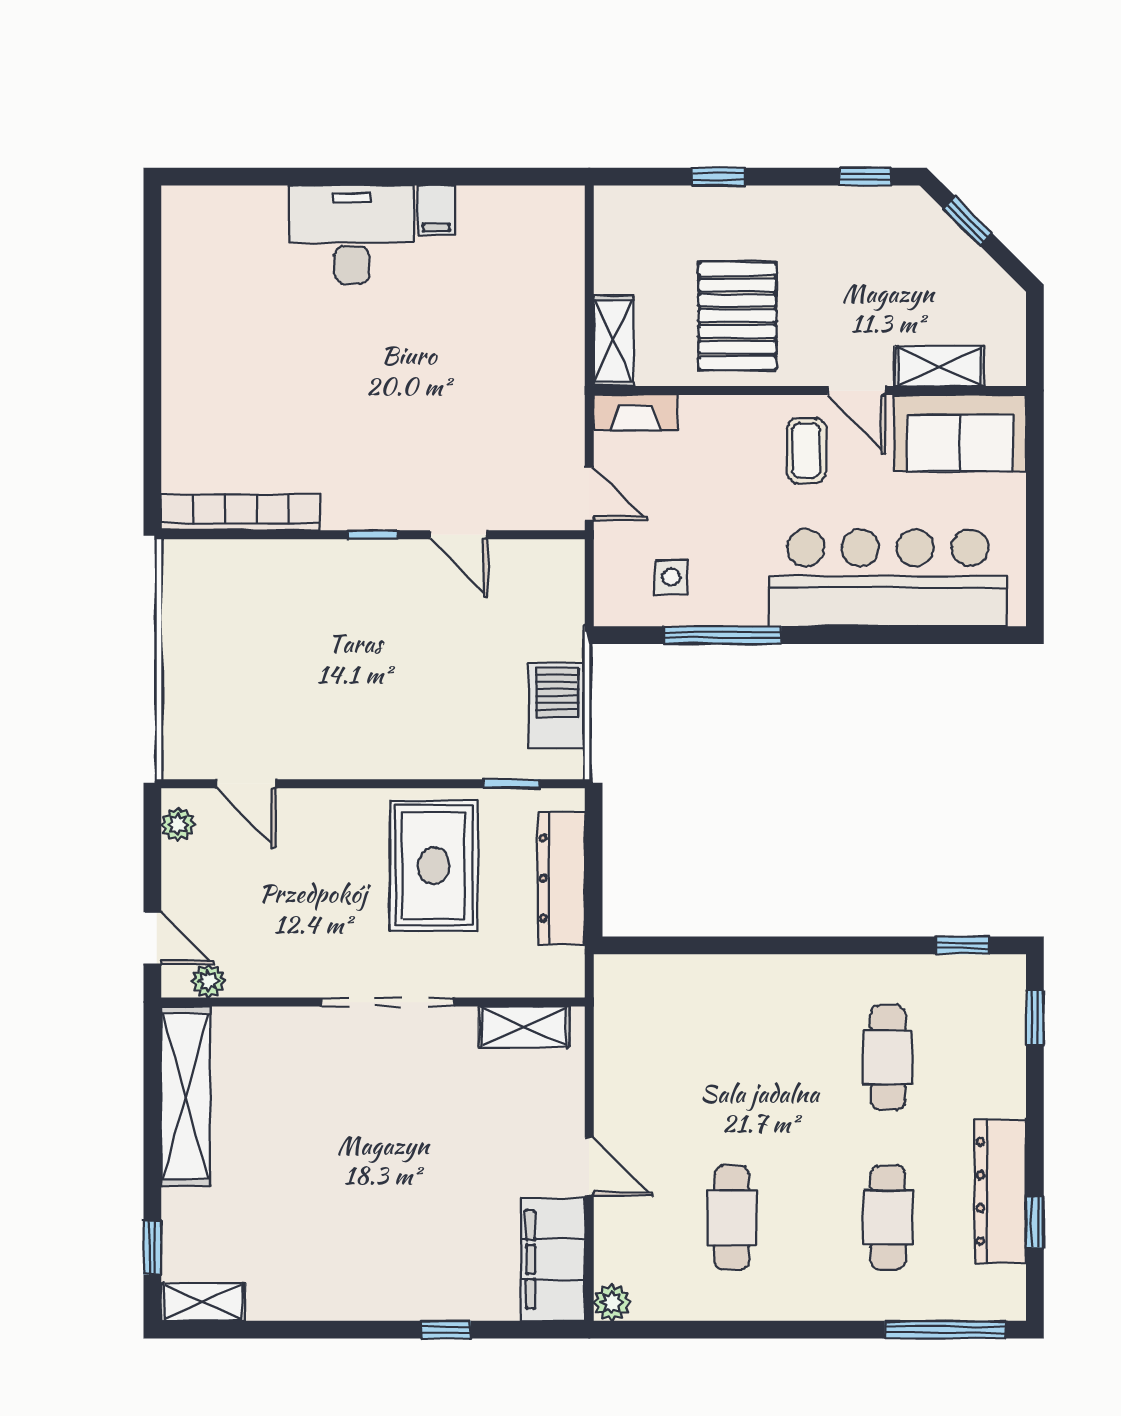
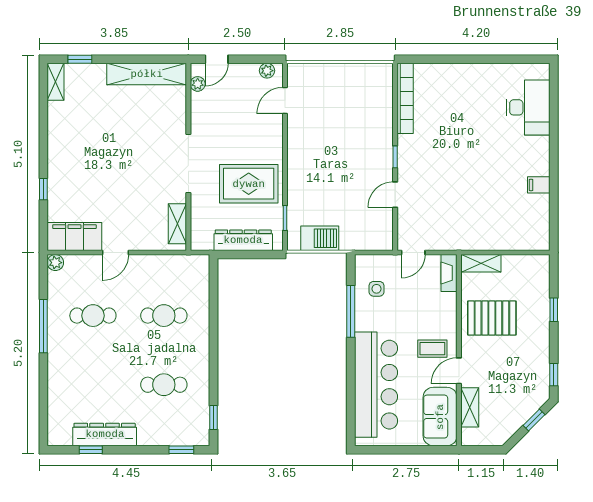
desk: (352, 234) -> (528, 107), moved
cafe table: (888, 1218) -> (164, 316), moved
window: (945, 1330) -> (43, 326), moved

